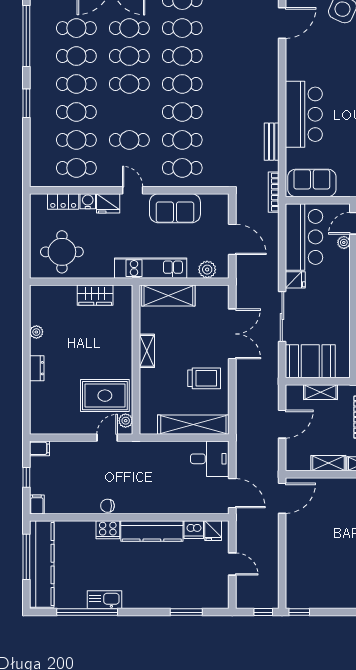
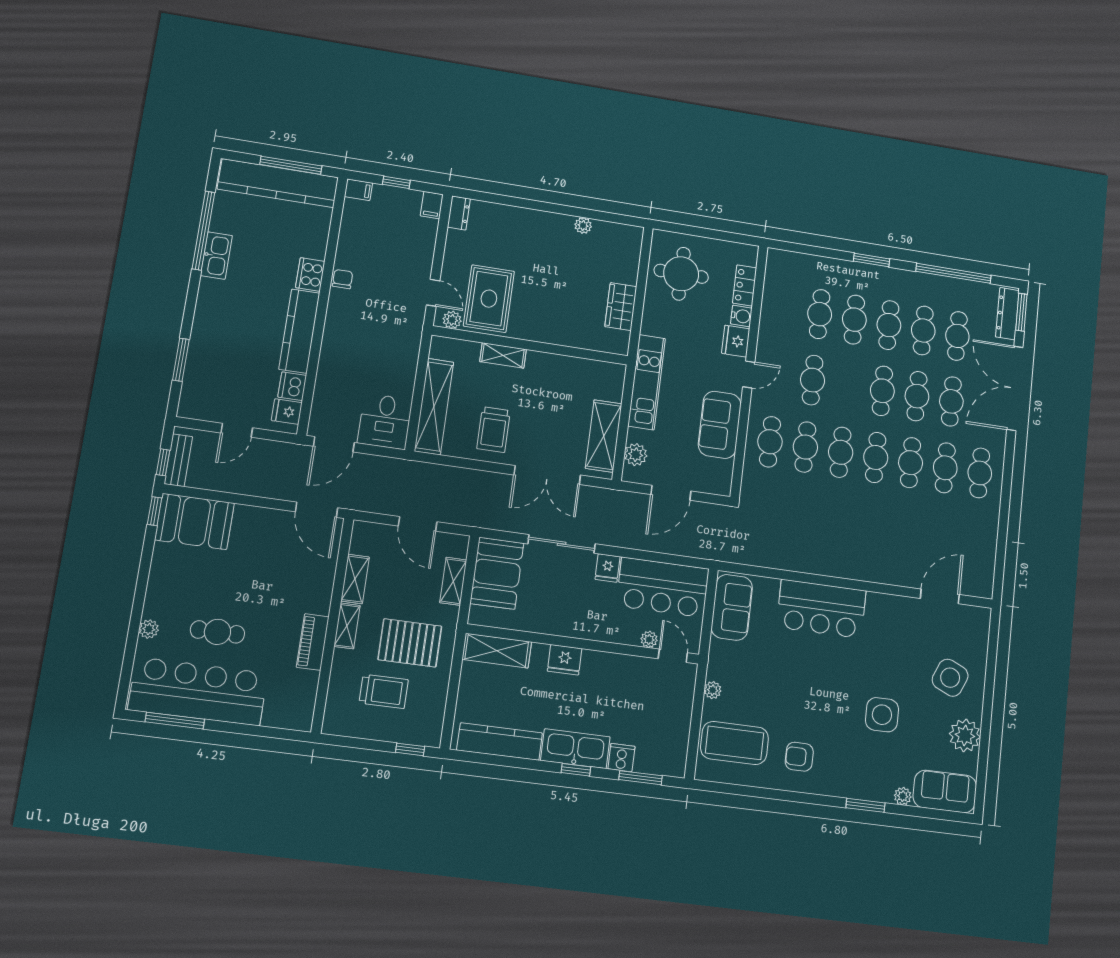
door: (282, 23) -> (940, 596), swing flipped
bench: (272, 142) -> (178, 460), moved, turned 90
cafe table: (76, 168) -> (785, 309), removed
bookcase: (274, 192) -> (726, 555), removed
shelving: (168, 296) -> (604, 436), moved
shelving: (147, 351) -> (503, 355), moved
dresser: (37, 368) -> (459, 213), moved, turned -90
booth: (303, 583) -> (194, 521), added

